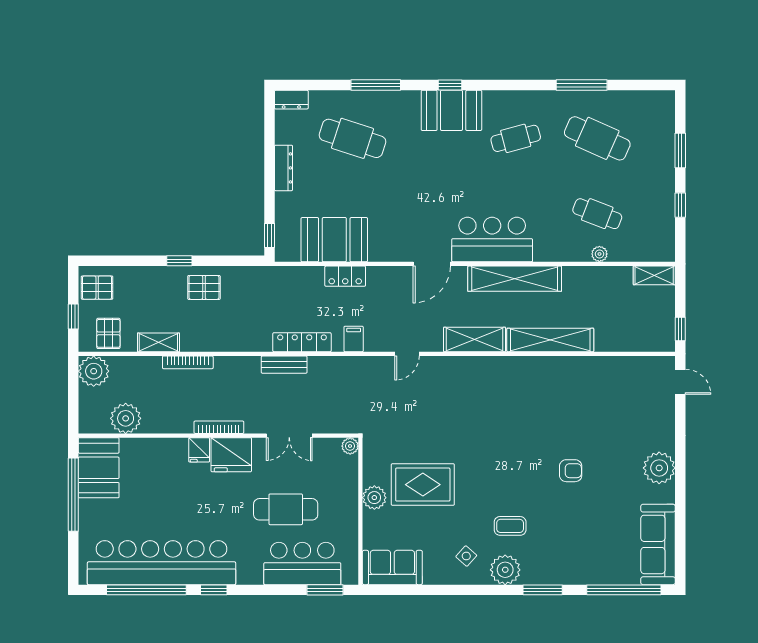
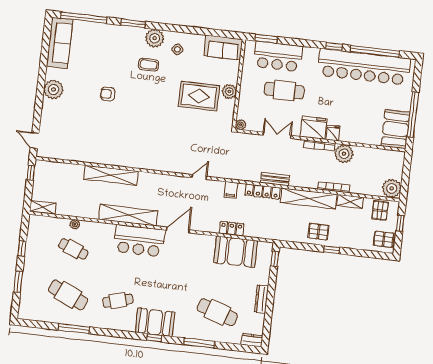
shelving: (475, 339) -> (309, 198), moved, width x1.47
plant: (126, 418) -> (344, 154), moved

